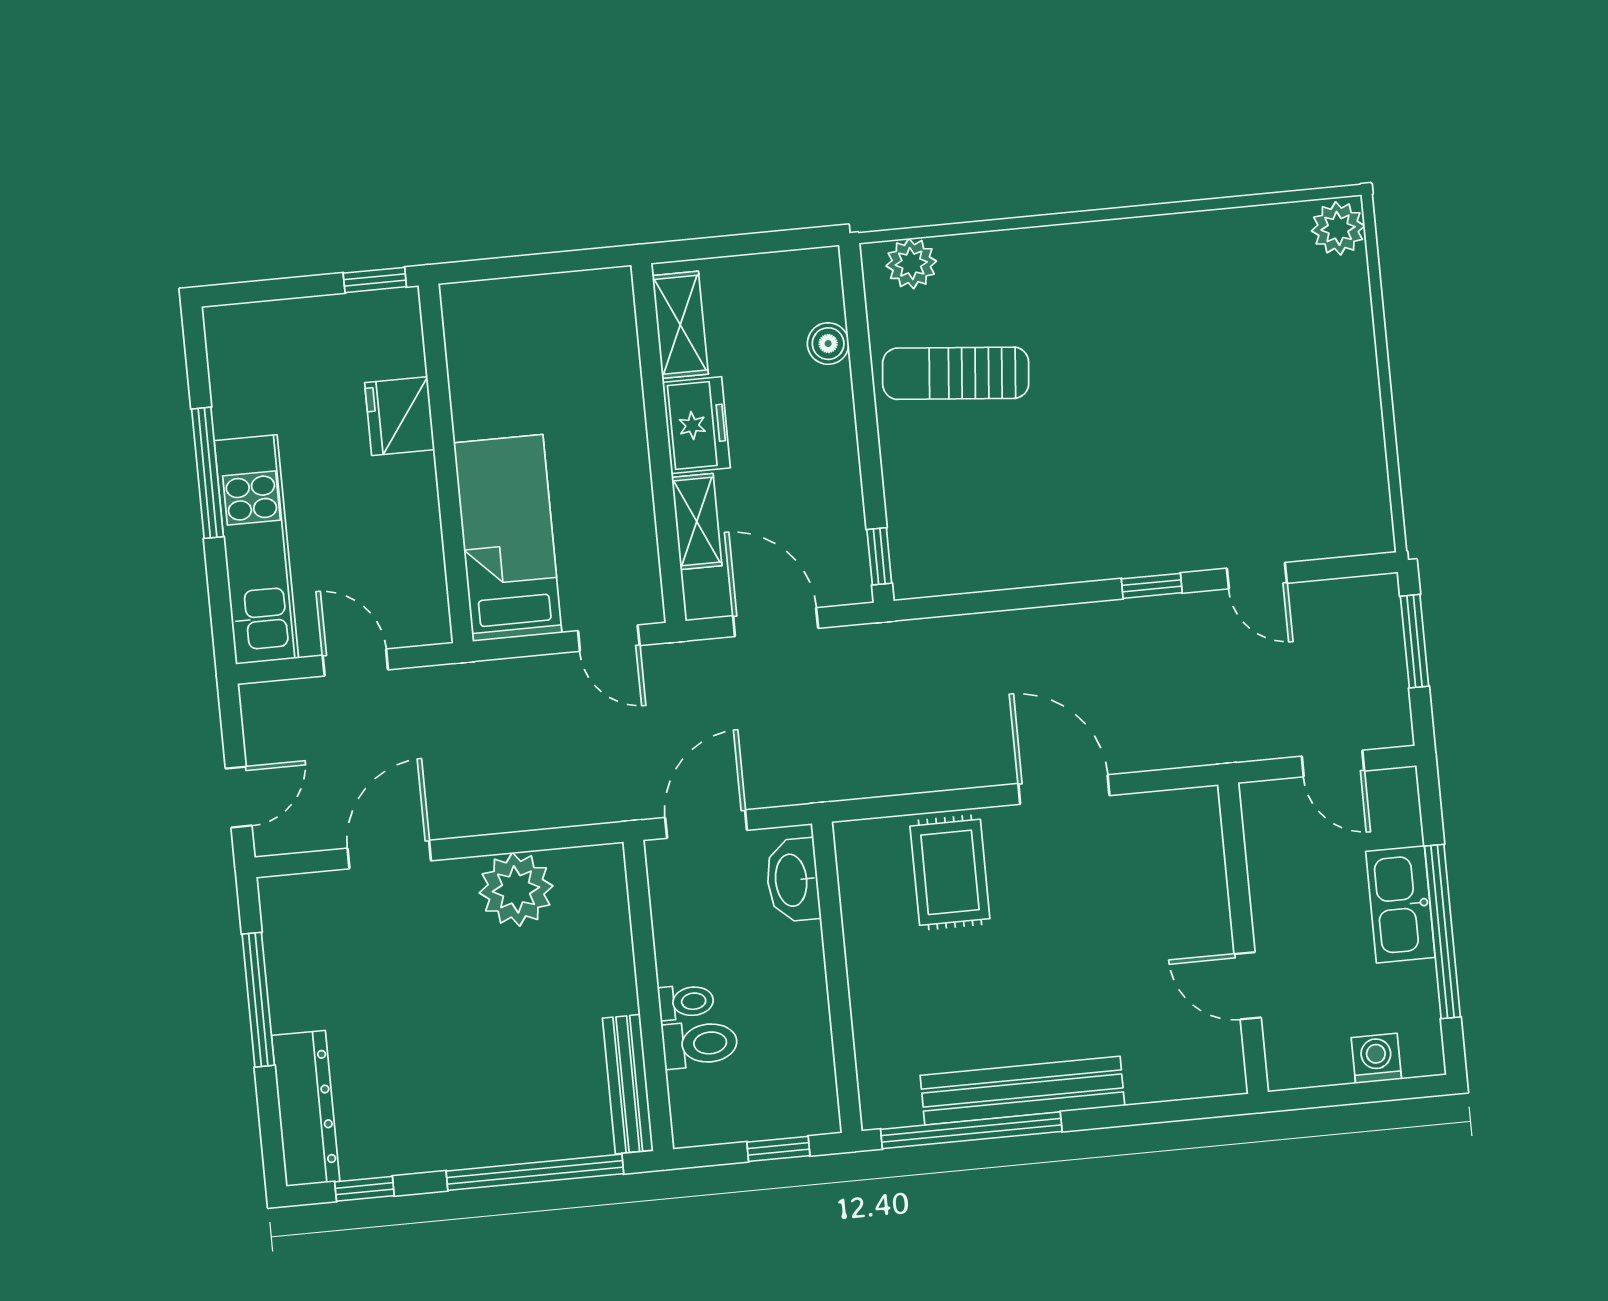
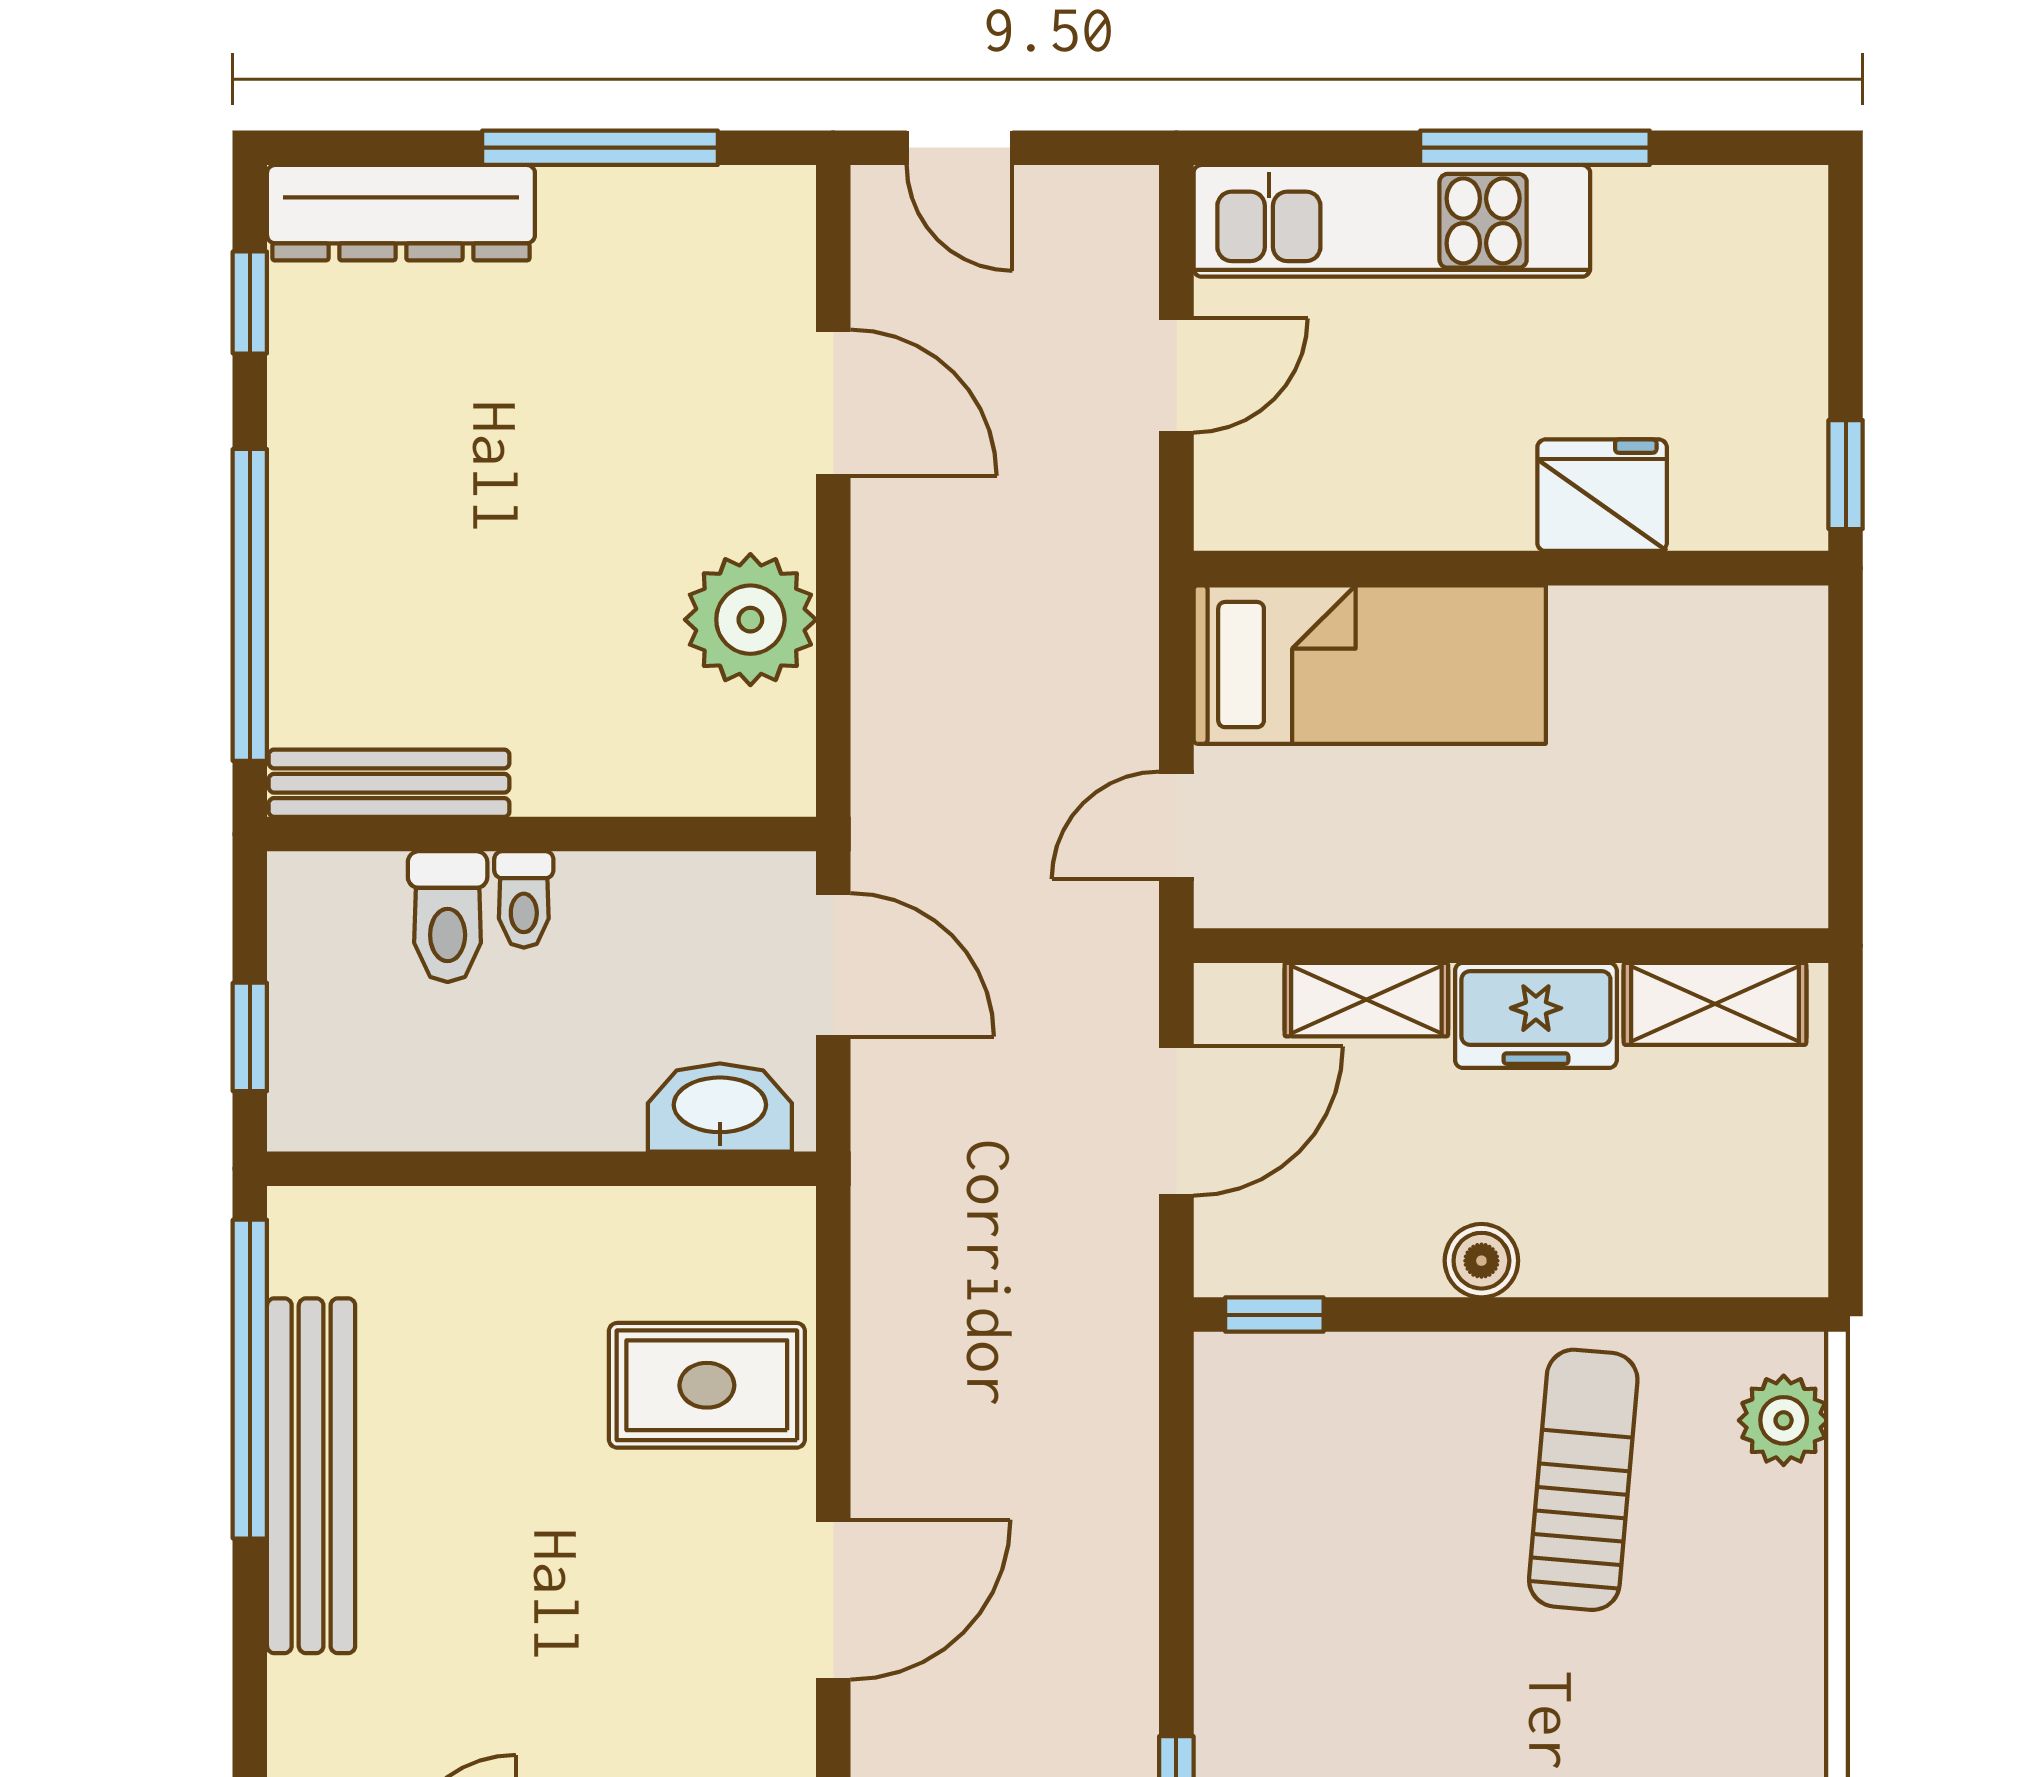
boiler: (828, 344) -> (1481, 1261), moved

